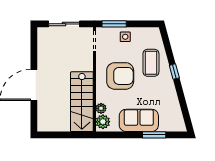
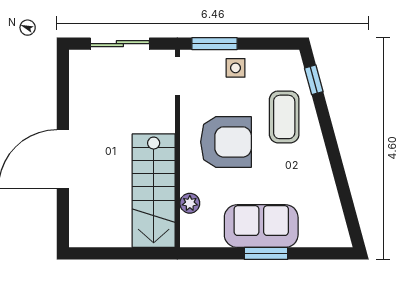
window: (174, 72) -> (314, 80), moved
plant: (103, 122) -> (193, 228), removed
window: (154, 135) -> (266, 253), moved

